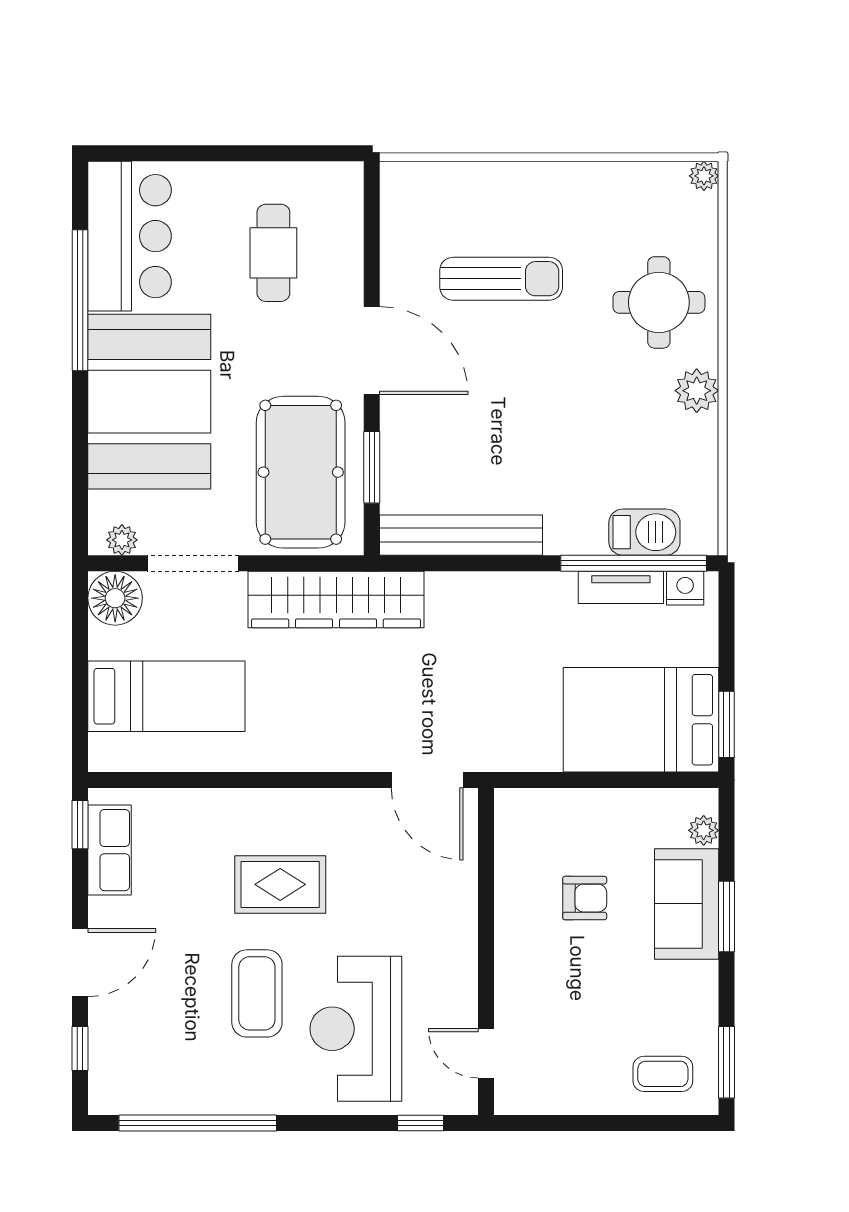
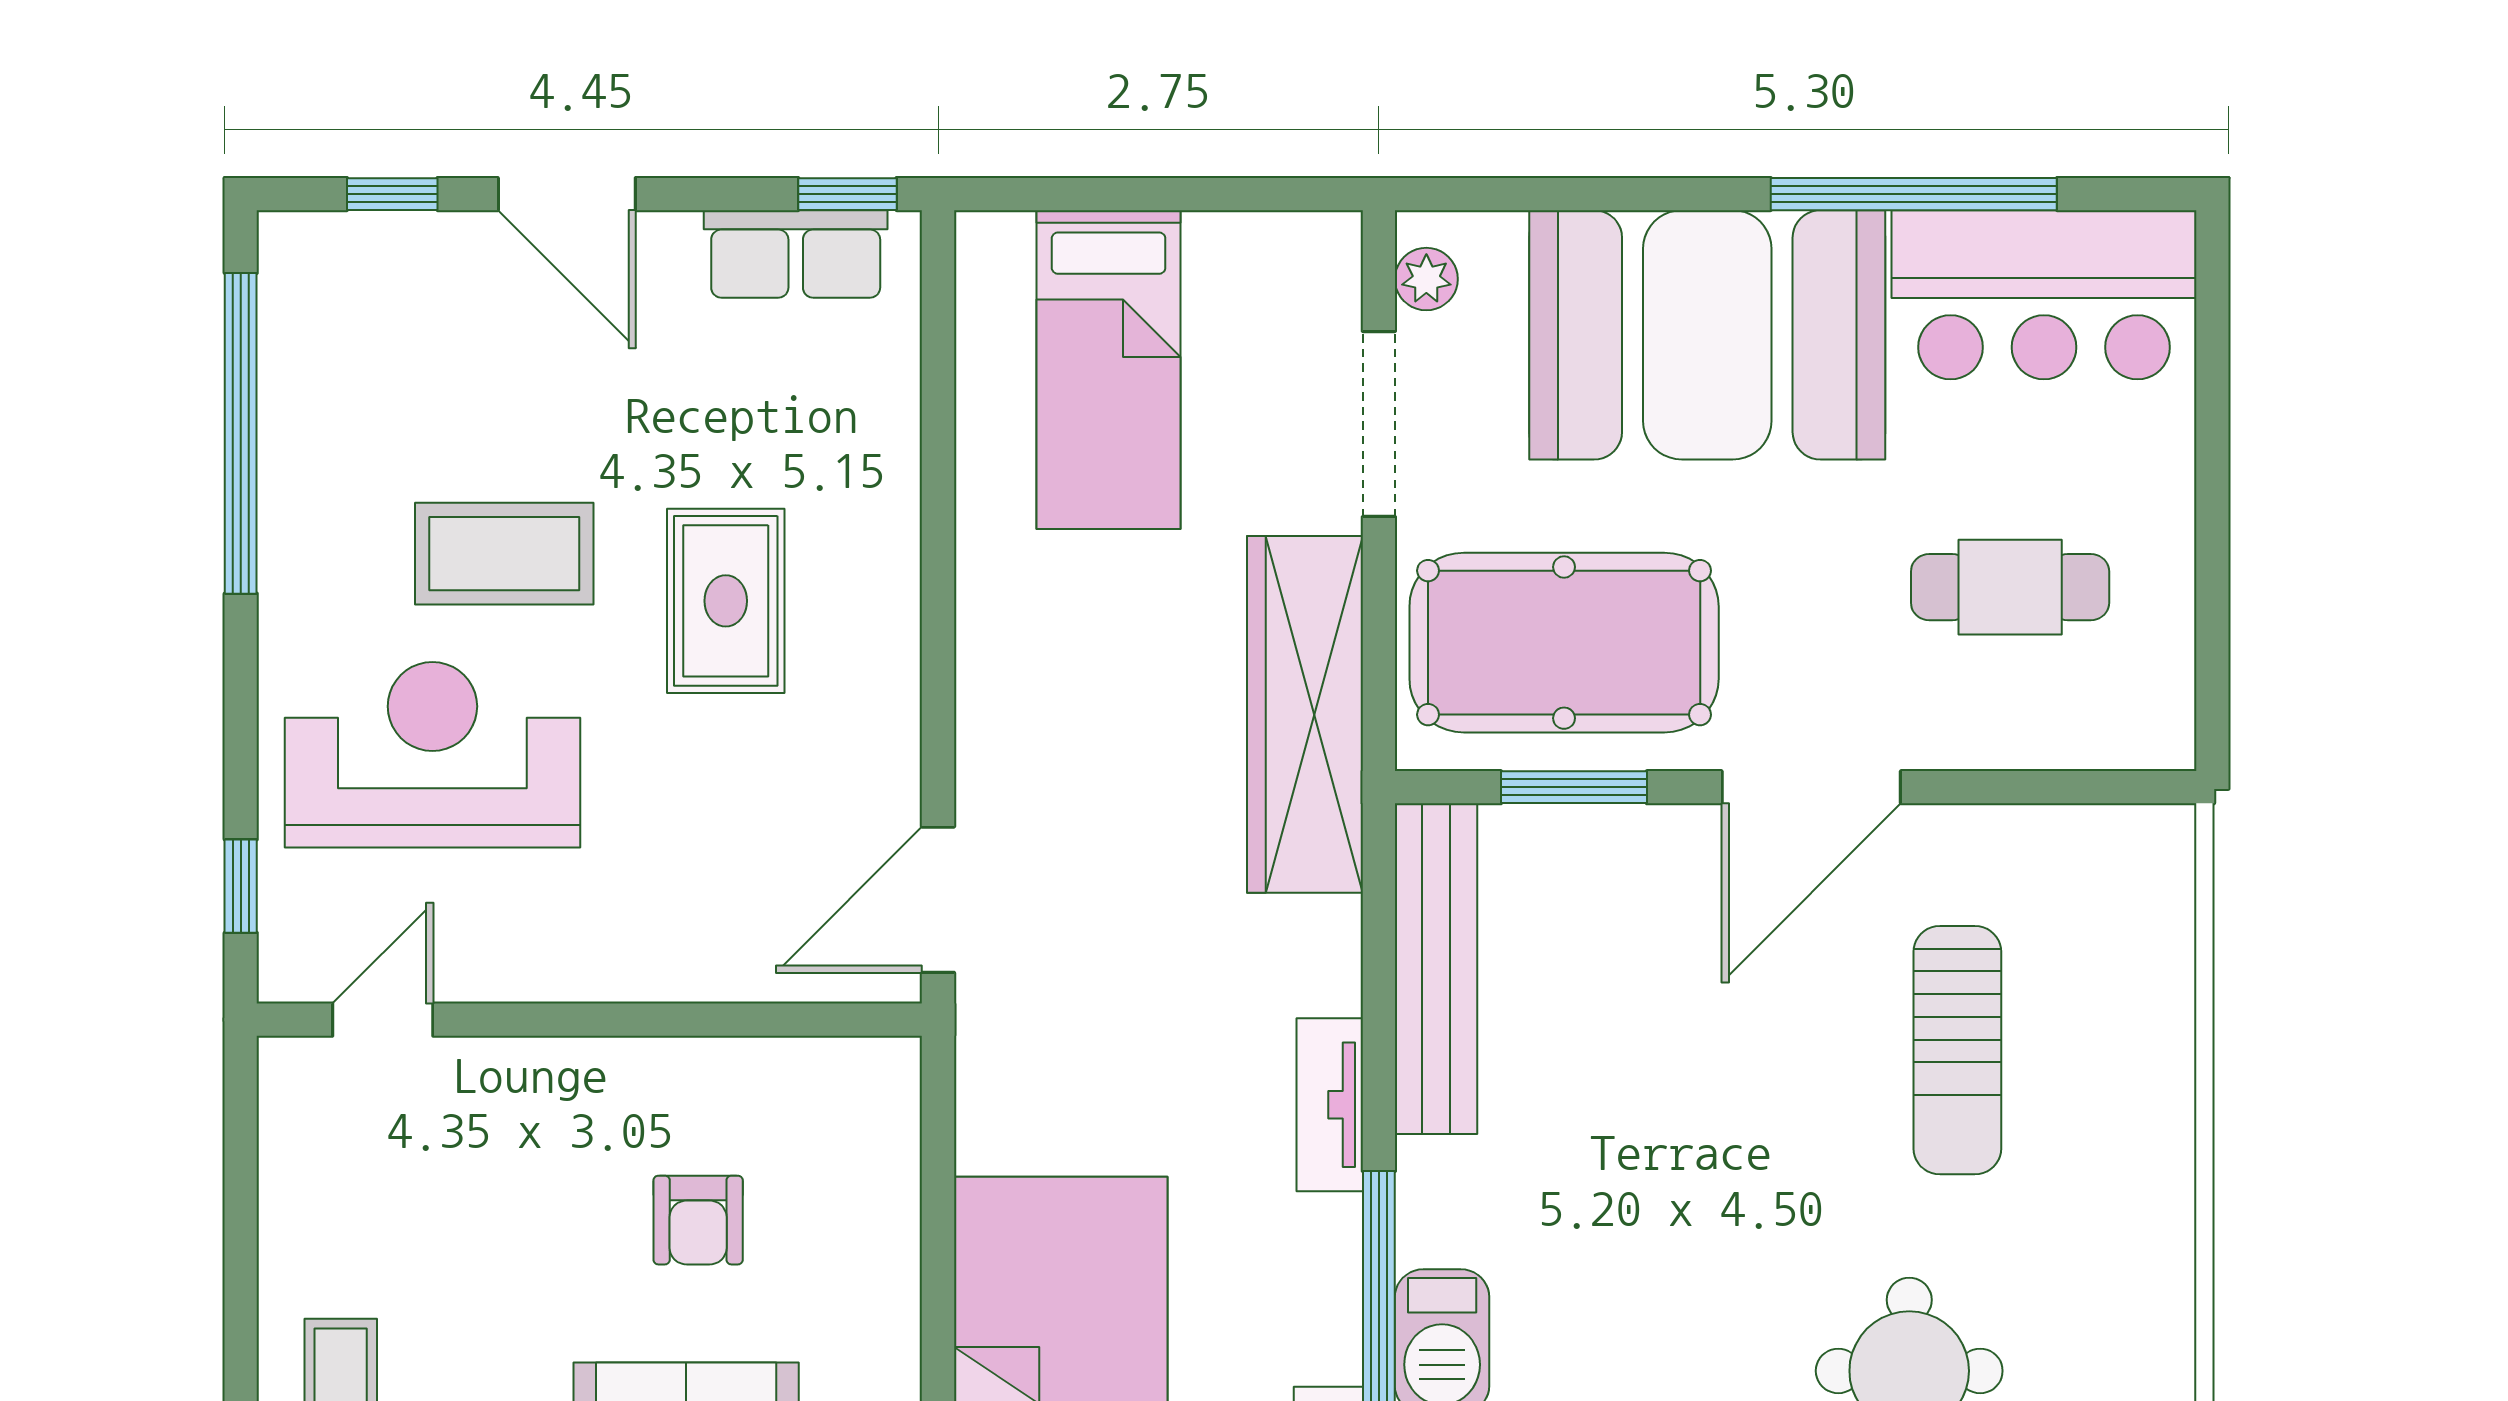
tv unit: (621, 587) -> (1330, 1105), moved
floor lamp: (115, 598) -> (1308, 265), removed

